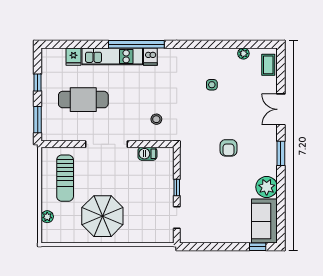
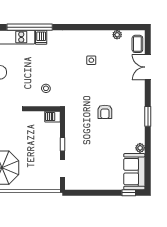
double door: (281, 109) -> (148, 67), moved
barbecue: (147, 154) -> (52, 117), moved
plant: (267, 187) -> (140, 148), width x0.53, depth x0.53

